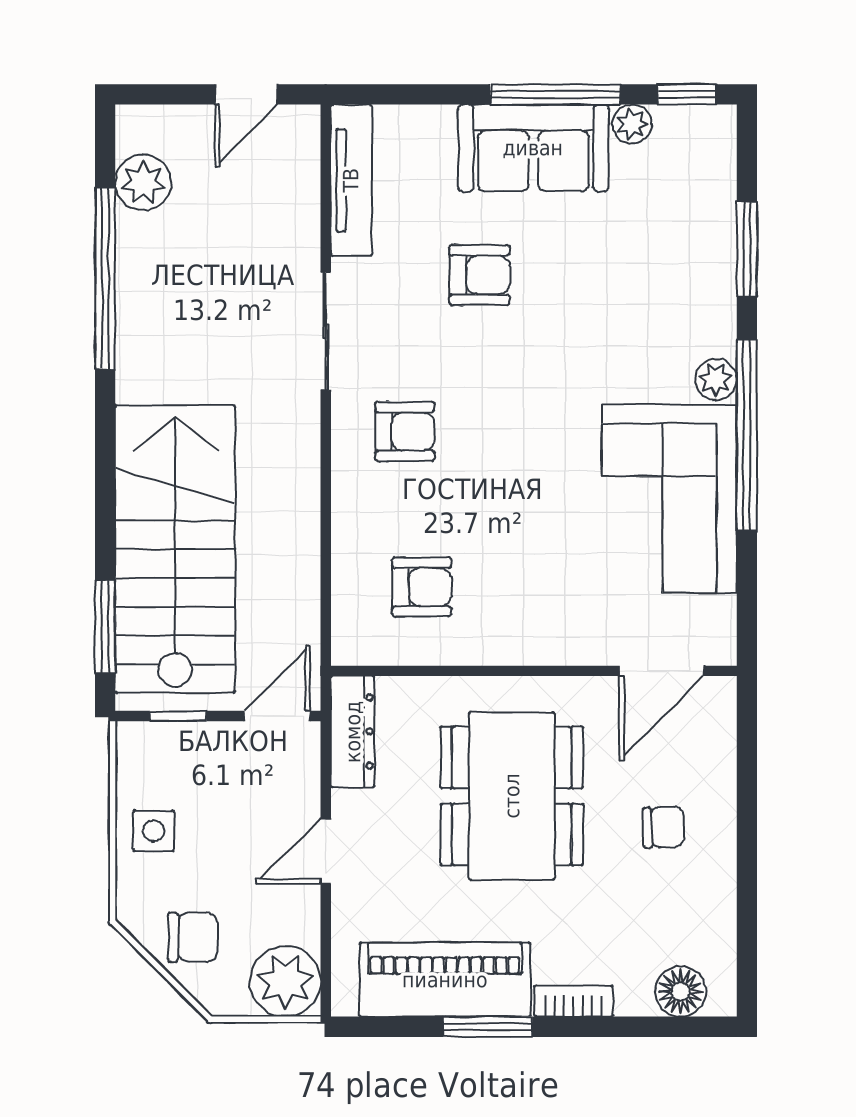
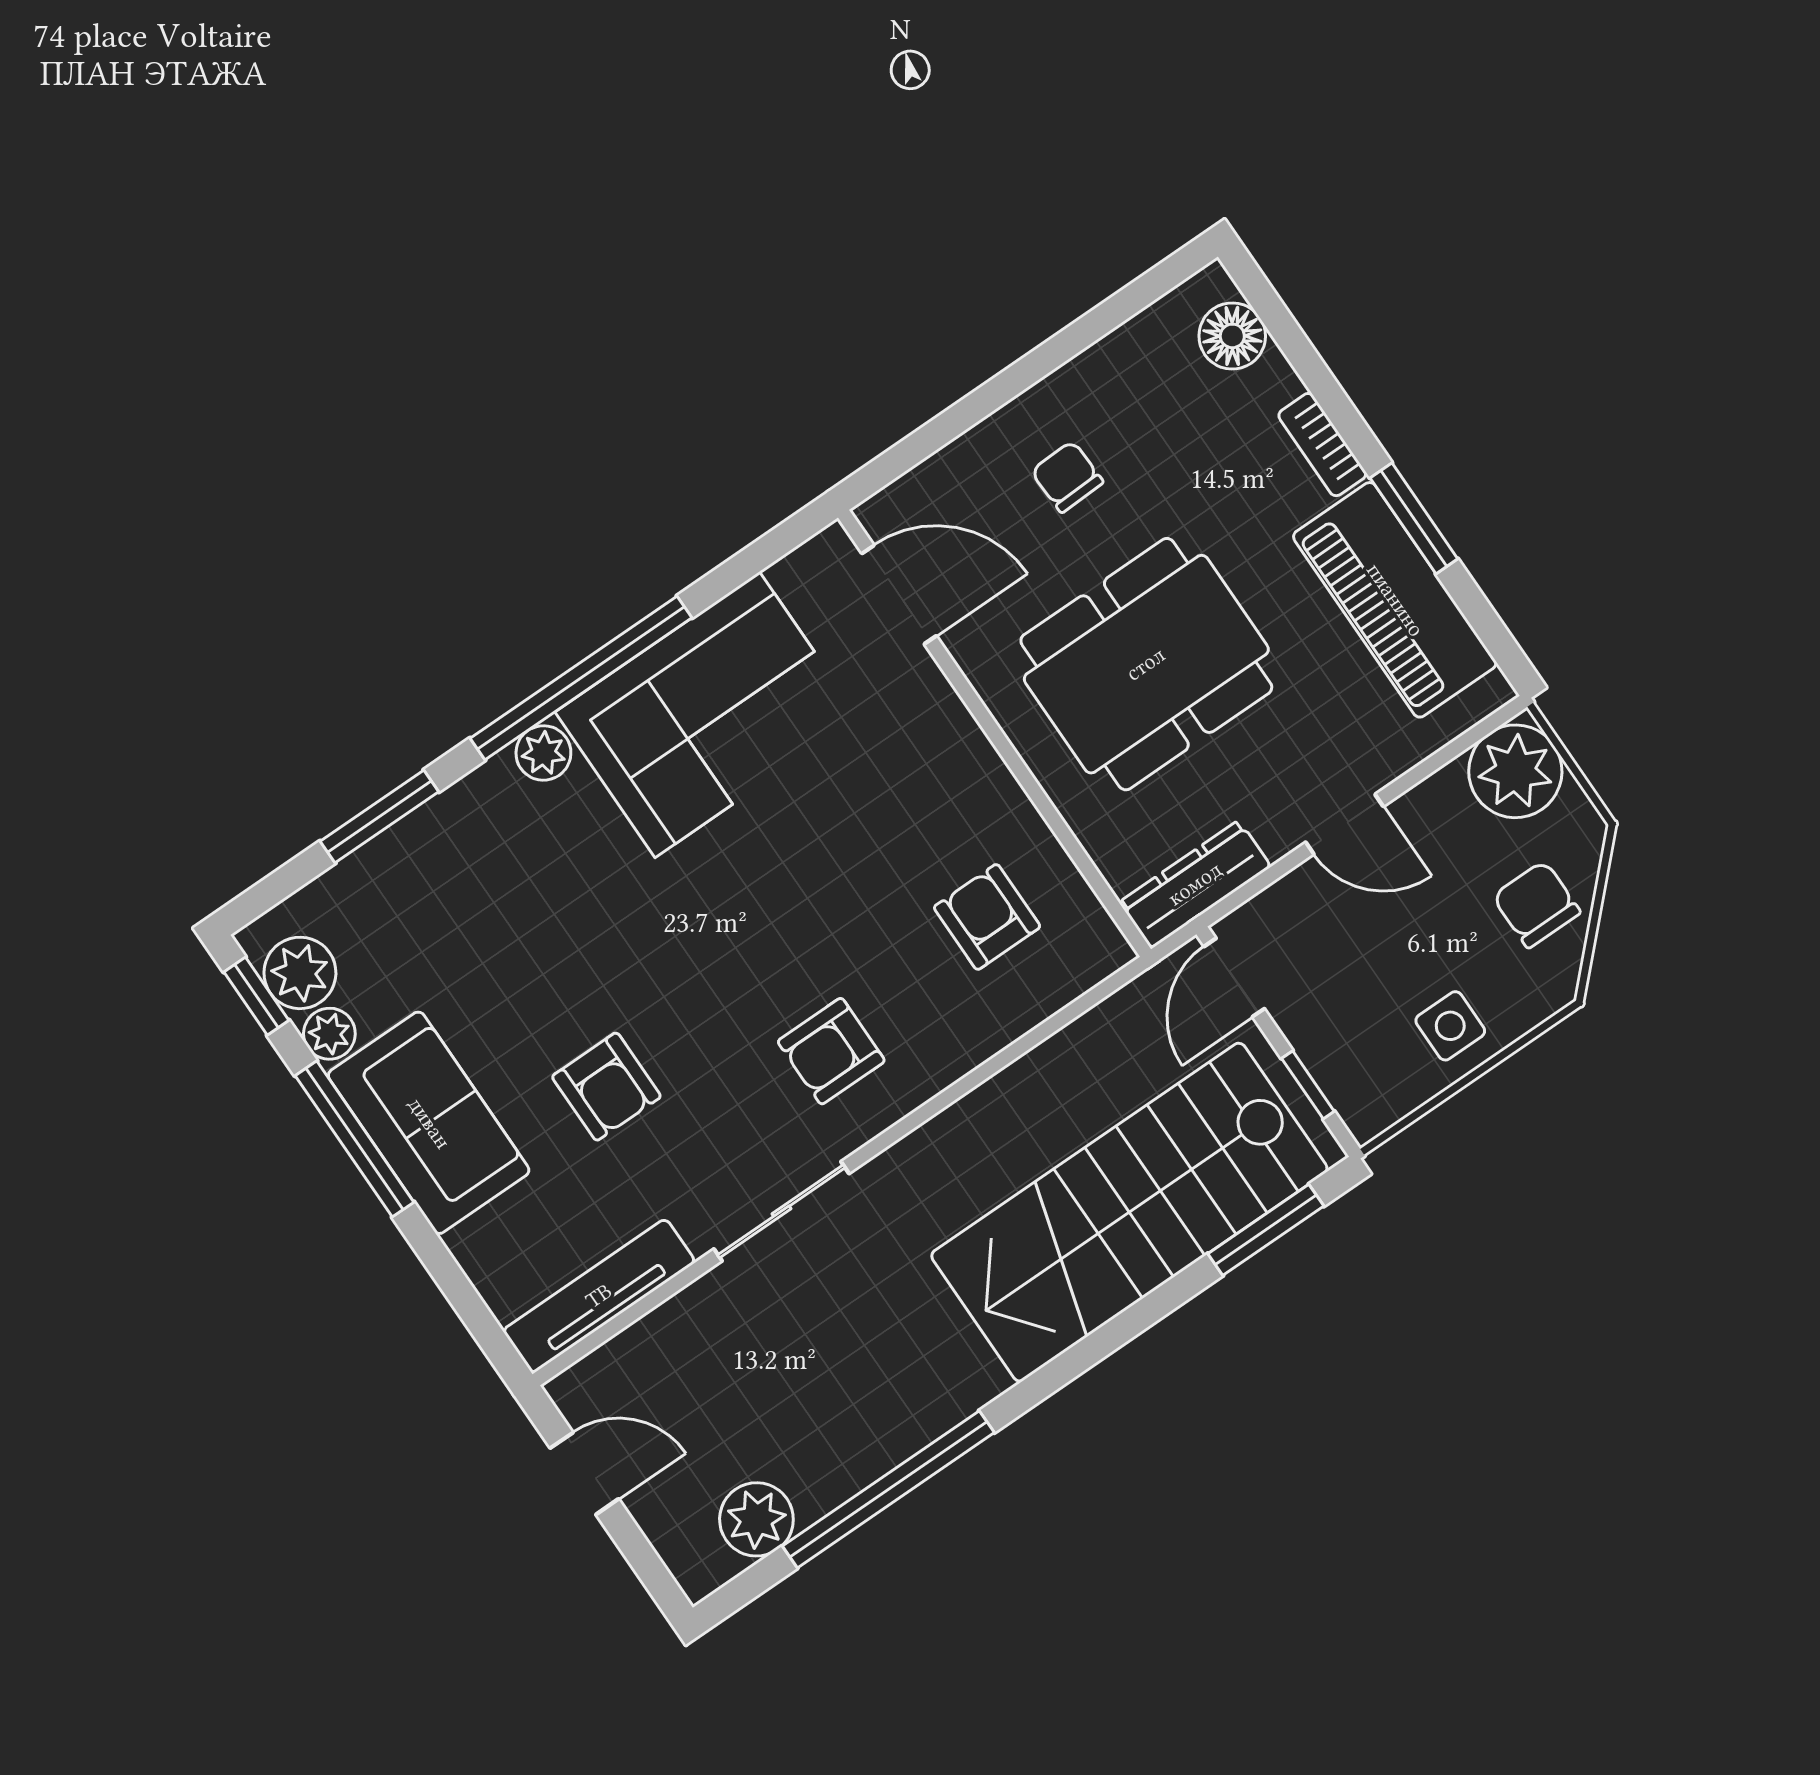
plant: (683, 132) -> (300, 973), added
armchair: (479, 275) -> (606, 1087), turned 180
armchair: (405, 431) -> (831, 1051), turned -90
door: (277, 716) -> (1234, 978), hinge flipped

